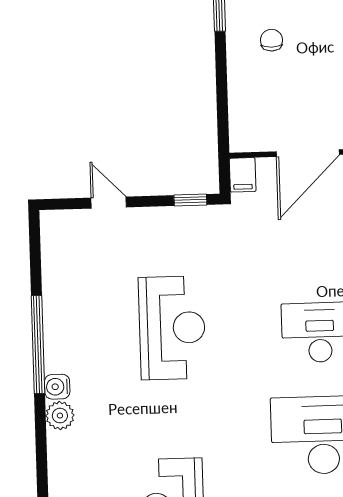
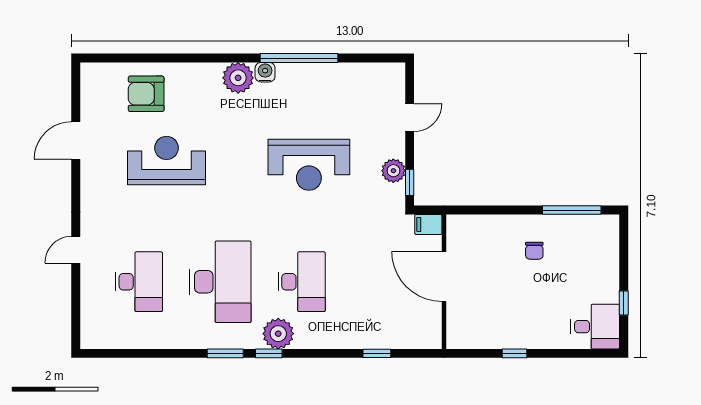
chair: (272, 40) -> (534, 251), turned 90
plant: (176, 221) -> (393, 171), added
plant: (60, 416) -> (238, 78), width x1.36, depth x1.36

